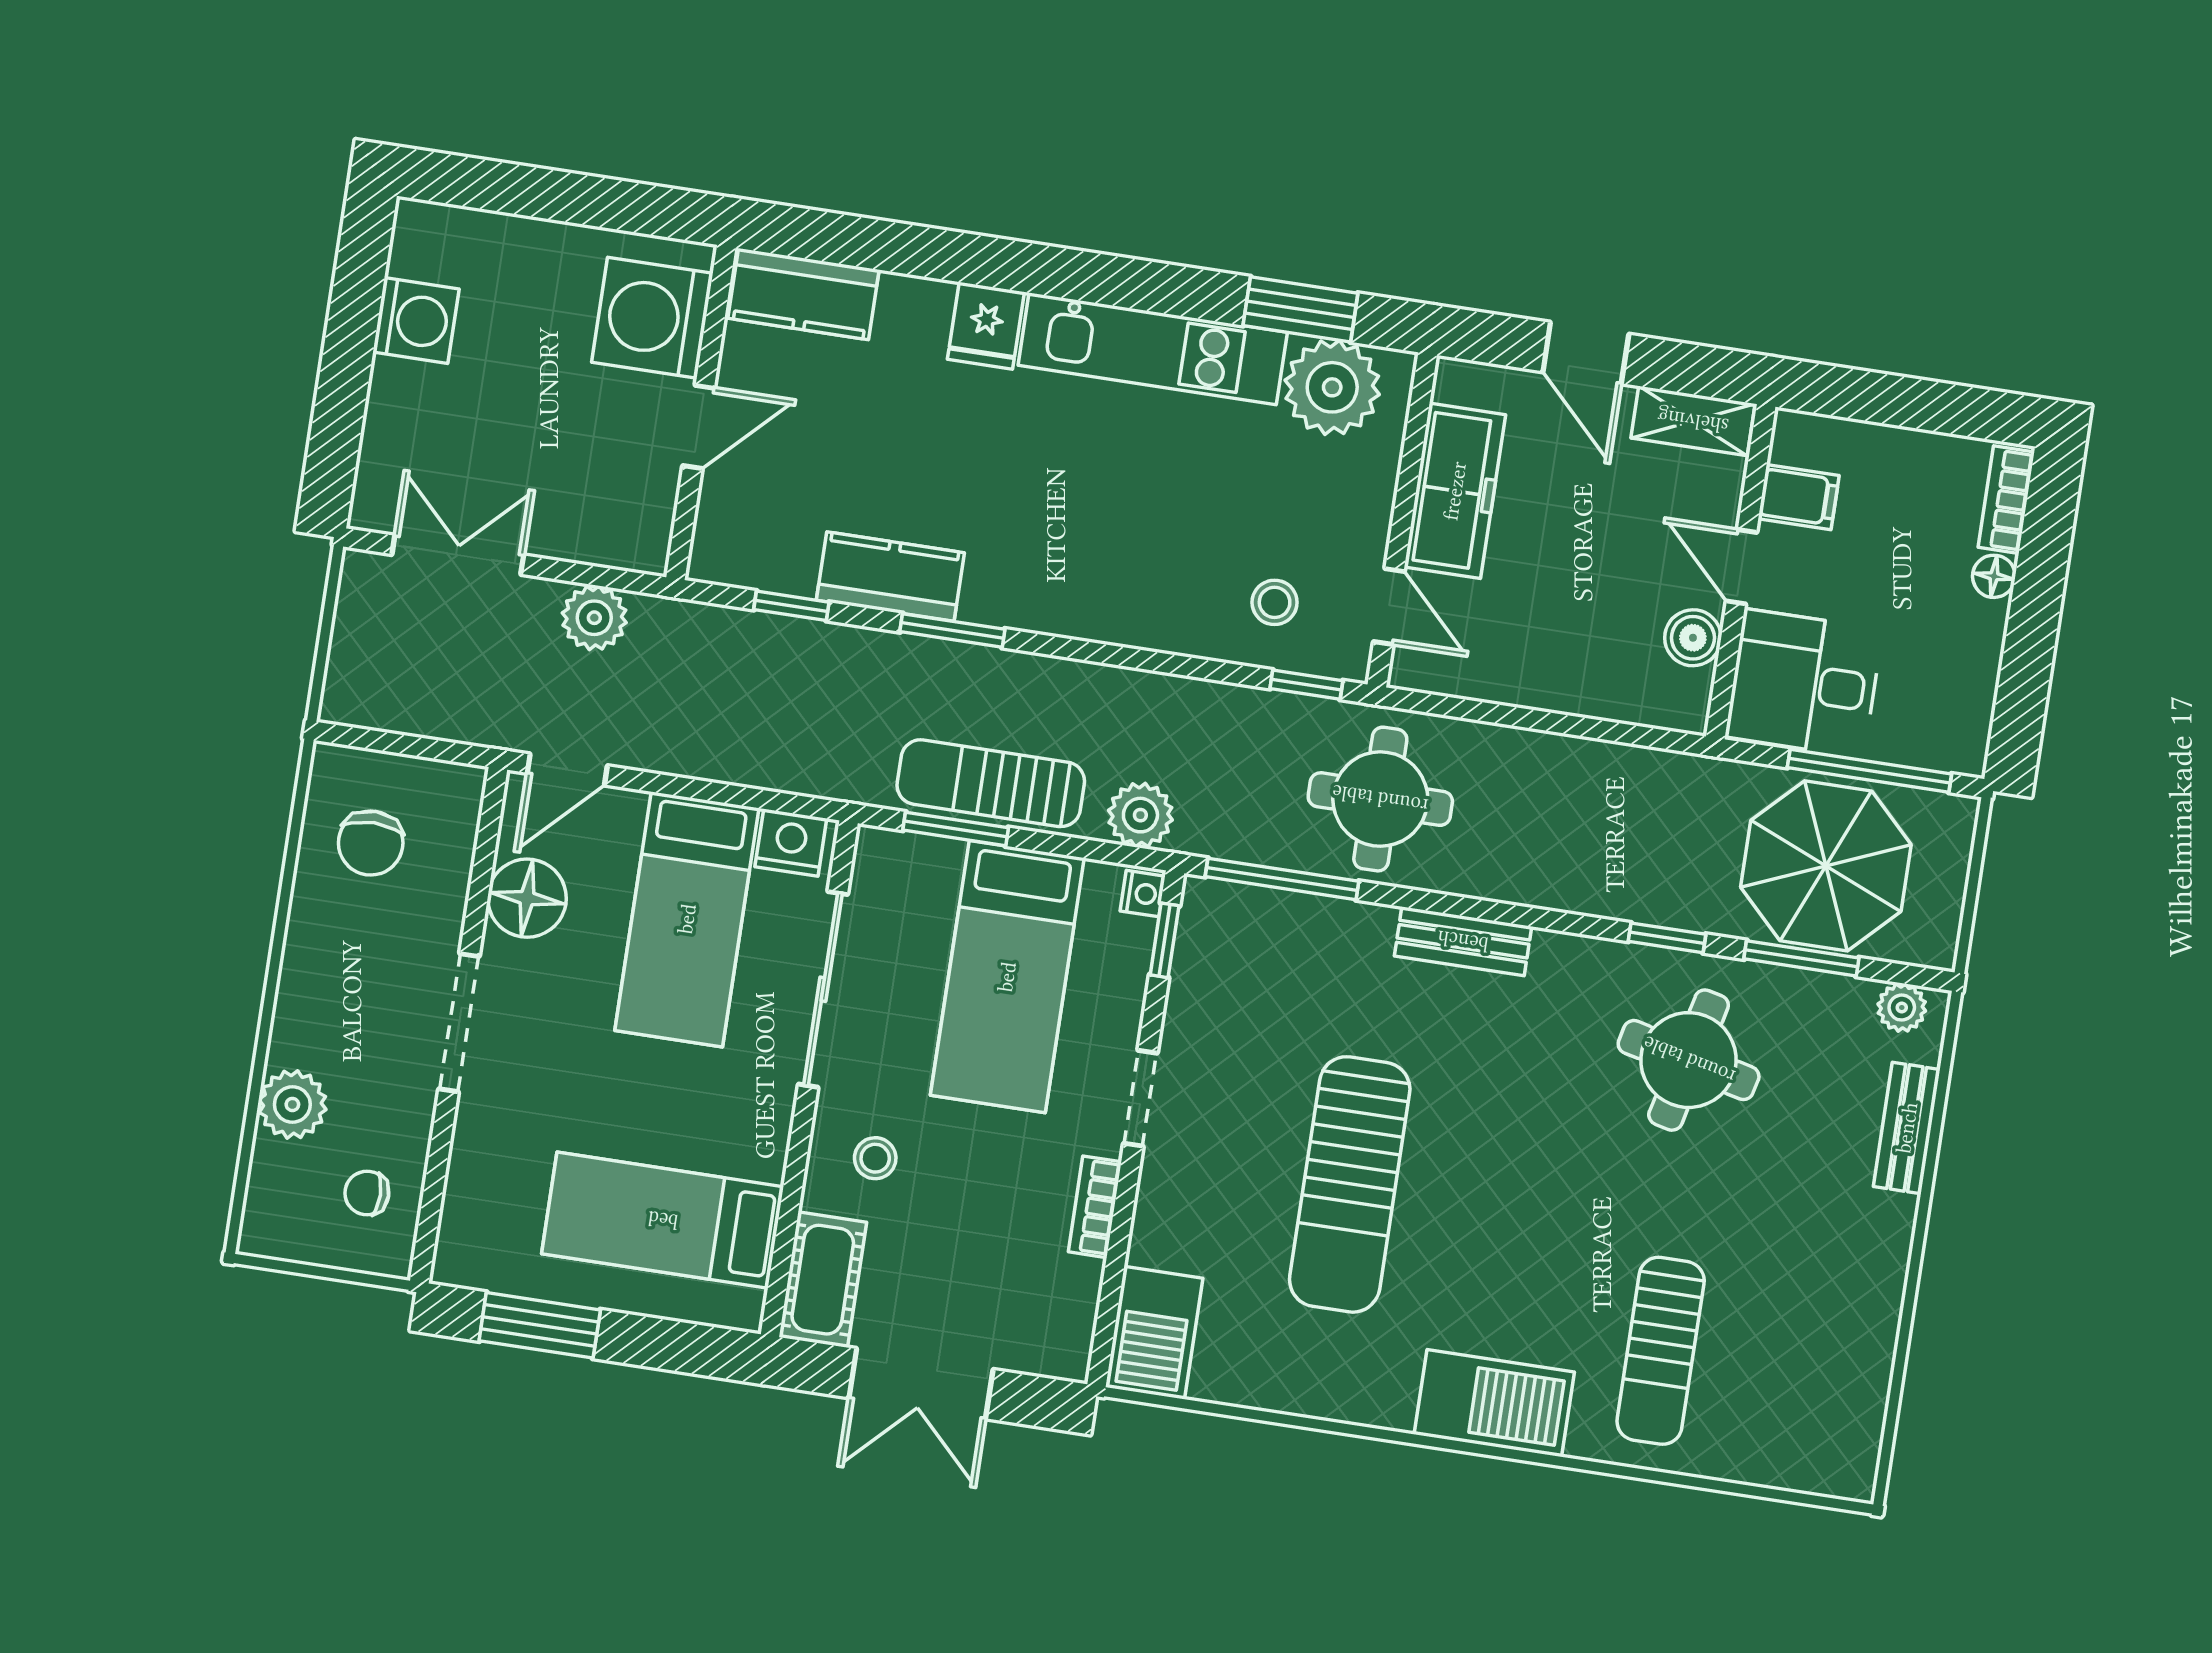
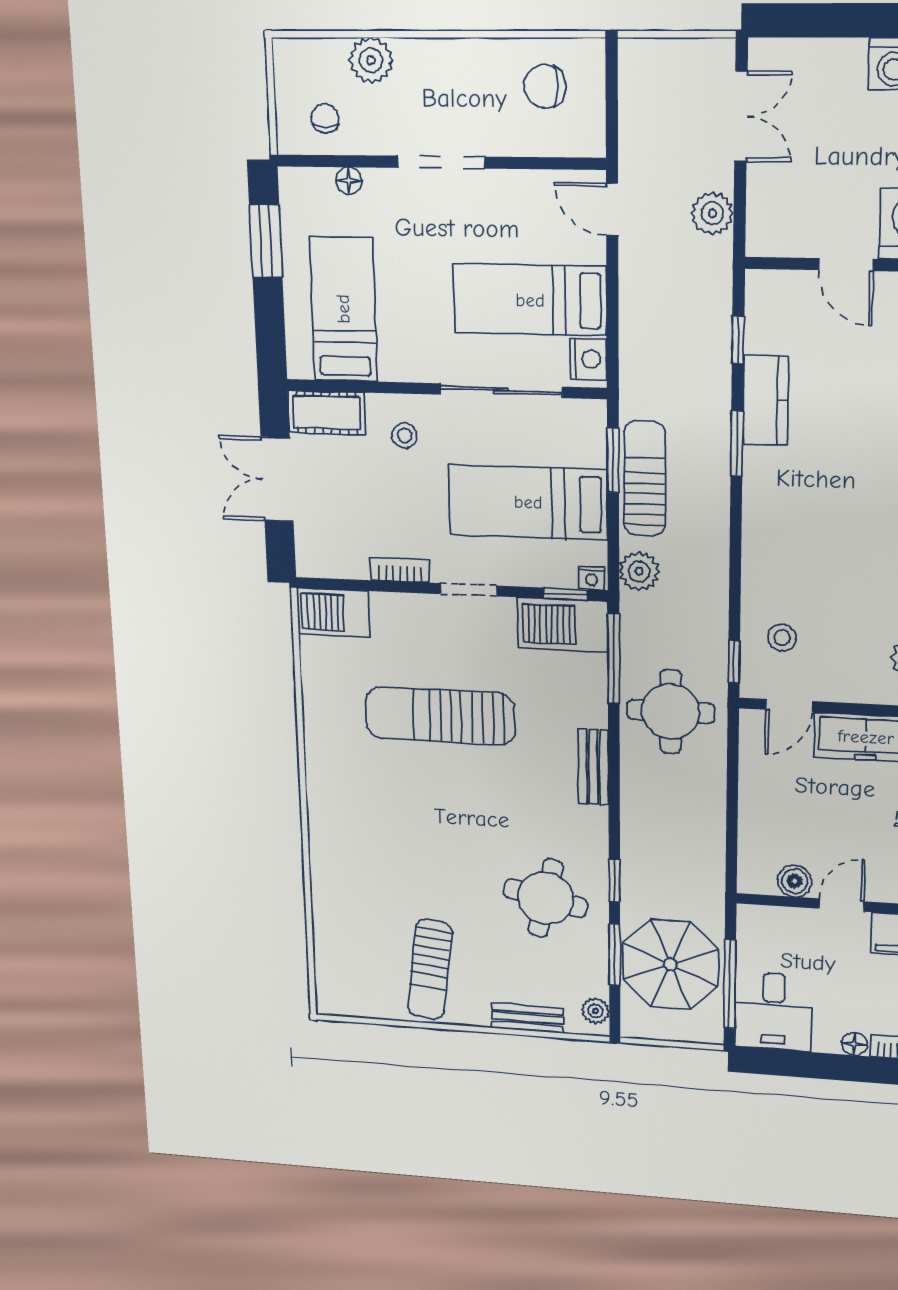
desk: (1804, 683) -> (774, 1011), moved, turned 180
floor lamp: (527, 898) -> (349, 181), moved, width x0.53, depth x0.53
sun lounger: (1661, 1351) -> (430, 969), moved, turned -83
barbecue: (1494, 1403) -> (563, 625), moved, turned 90

